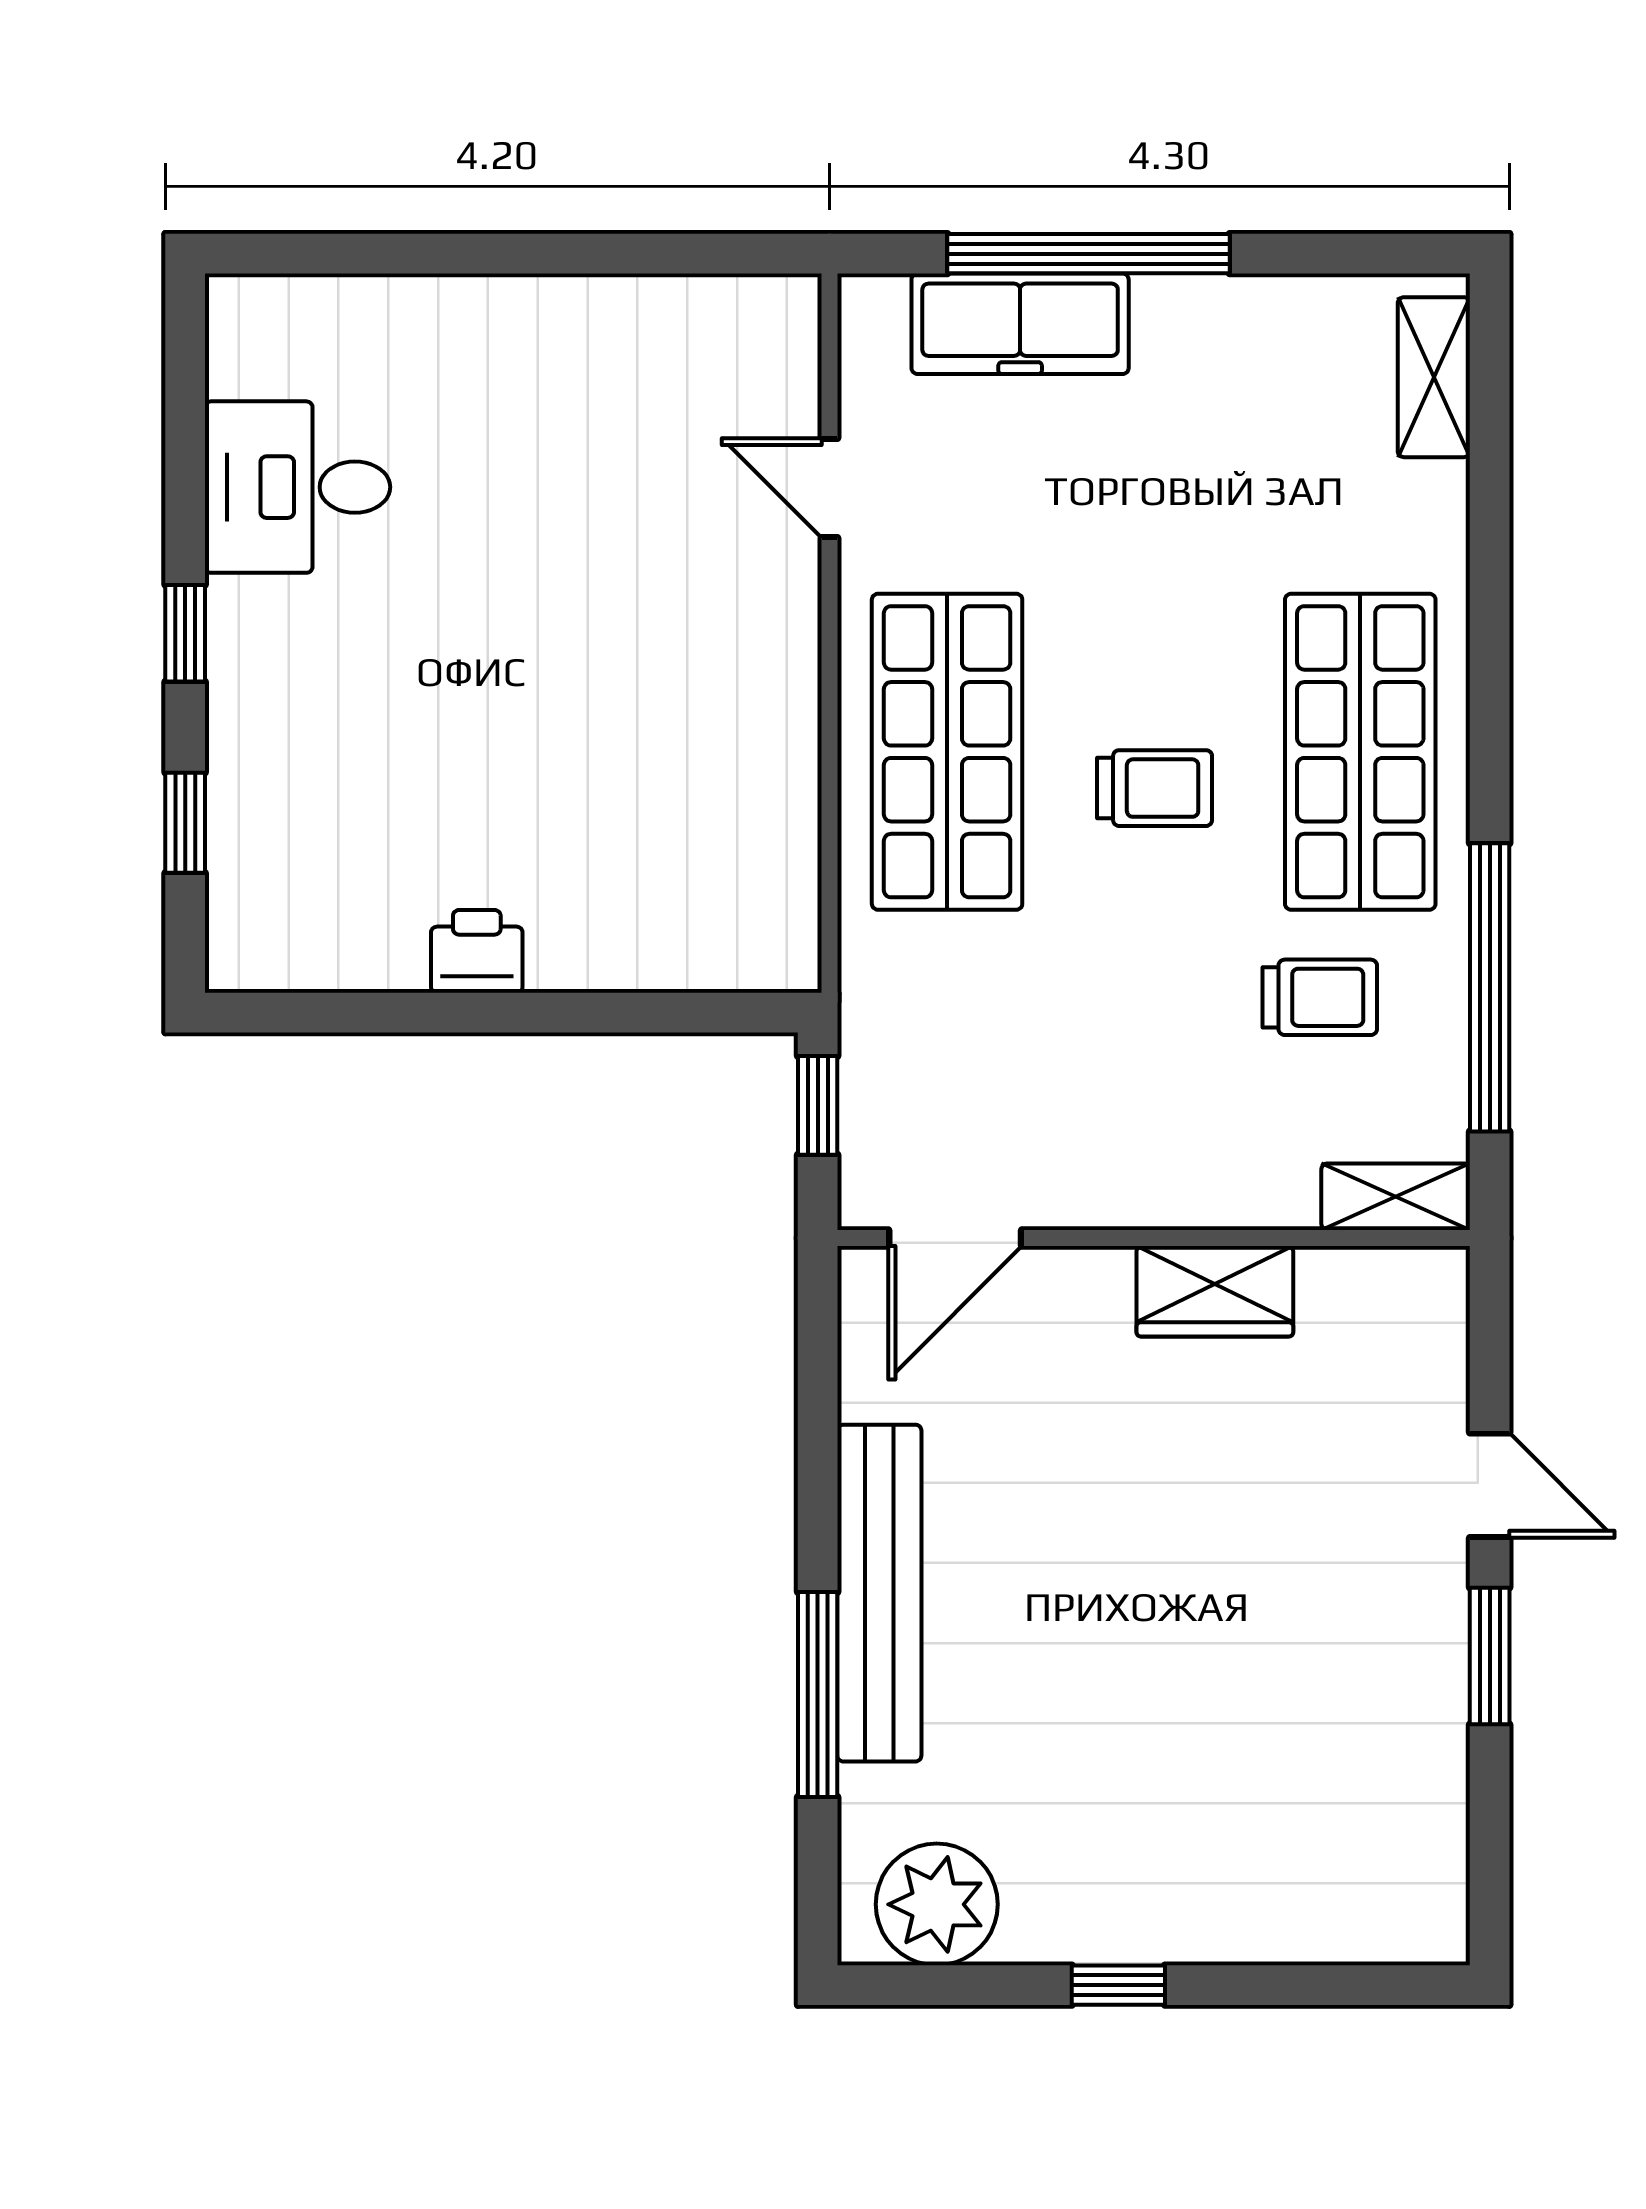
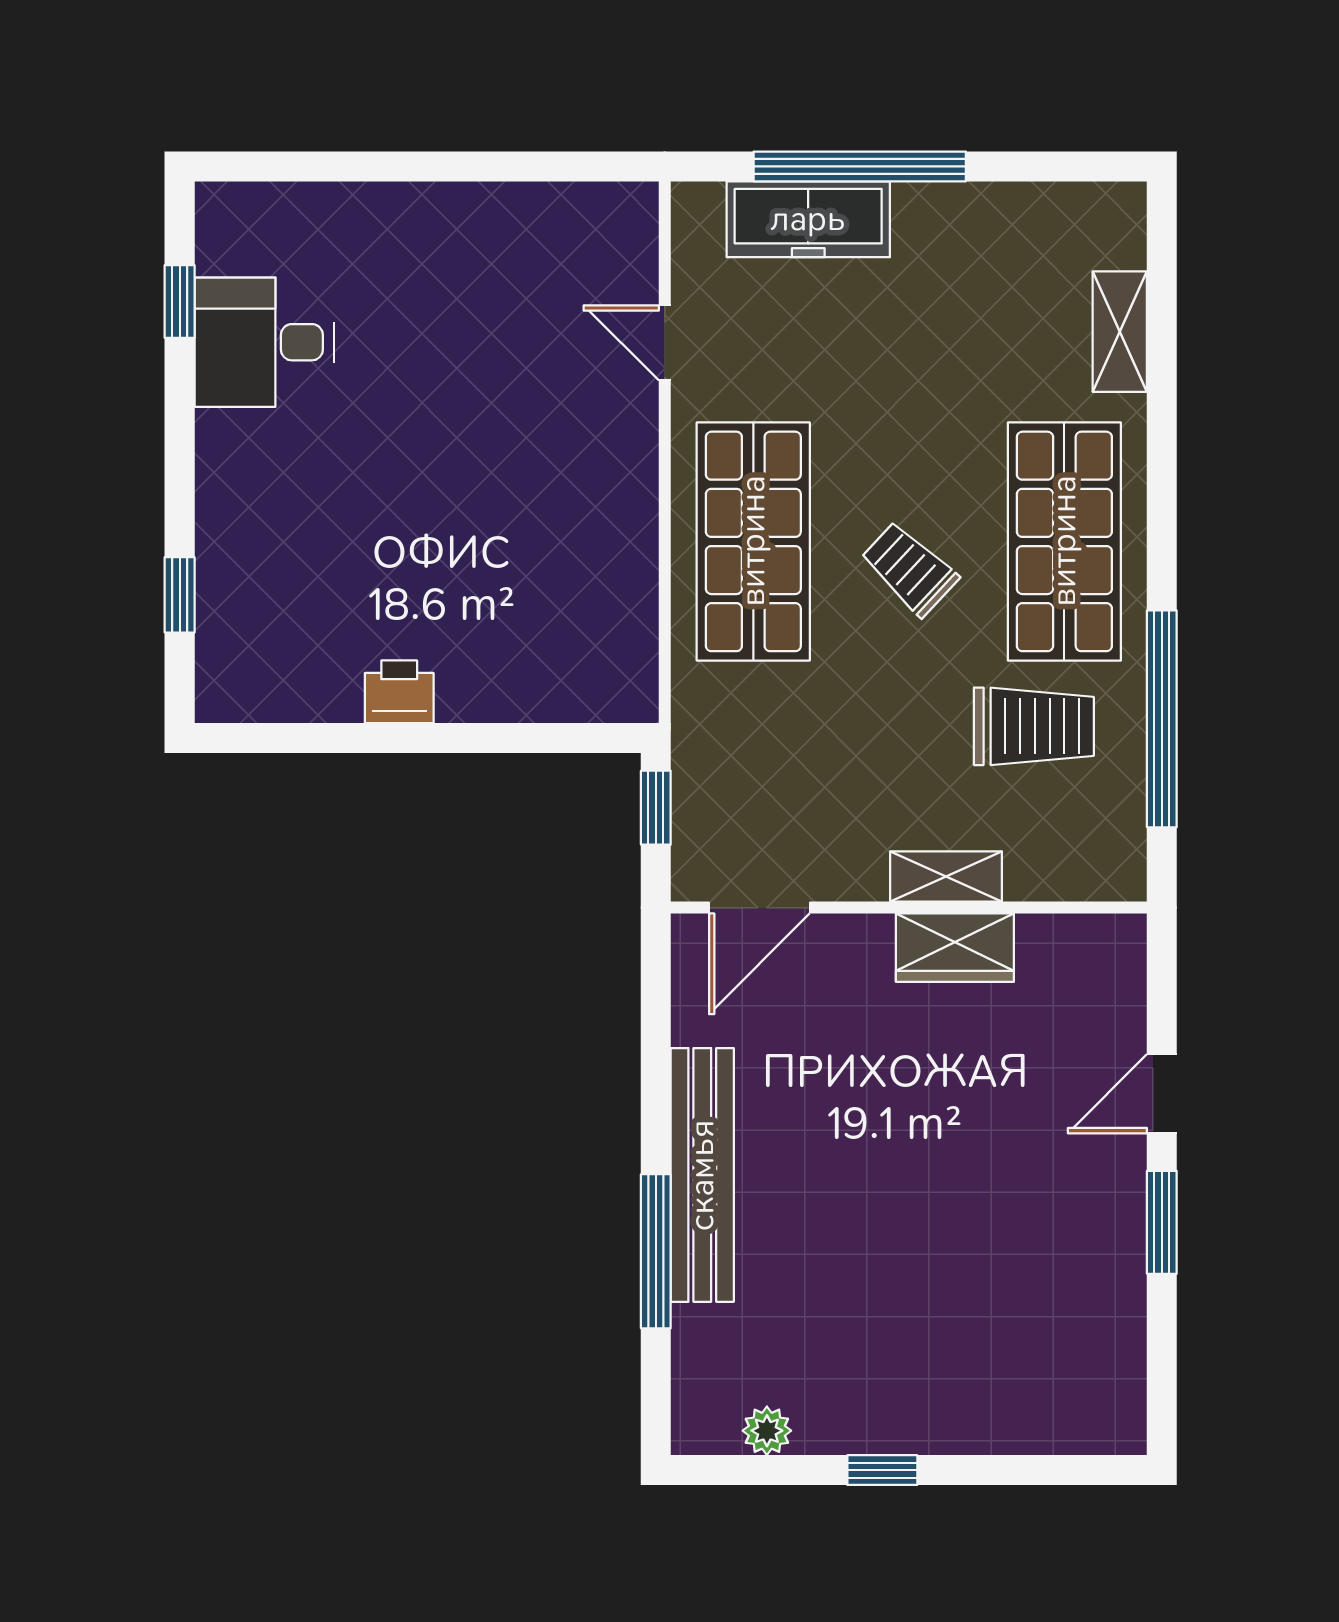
shelving: (1434, 377) -> (1120, 332), moved
window: (185, 633) -> (180, 301), moved
trolley: (1155, 788) -> (909, 569), turned -137
trolley: (1320, 997) -> (1034, 726), width x1.36, depth x1.39
shelving: (1396, 1197) -> (946, 876), moved
door: (1490, 1485) -> (1162, 1094), swing flipped
plant: (937, 1904) -> (767, 1431), width x0.53, depth x0.53

